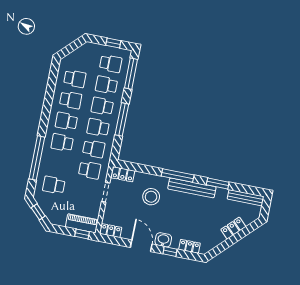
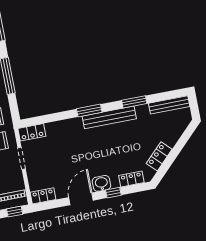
window: (178, 176) -> (89, 111), width x0.69
stool: (151, 197) -> (71, 144), removed
locker: (233, 228) -> (159, 156), moved
door: (141, 246) -> (81, 199), hinge flipped

